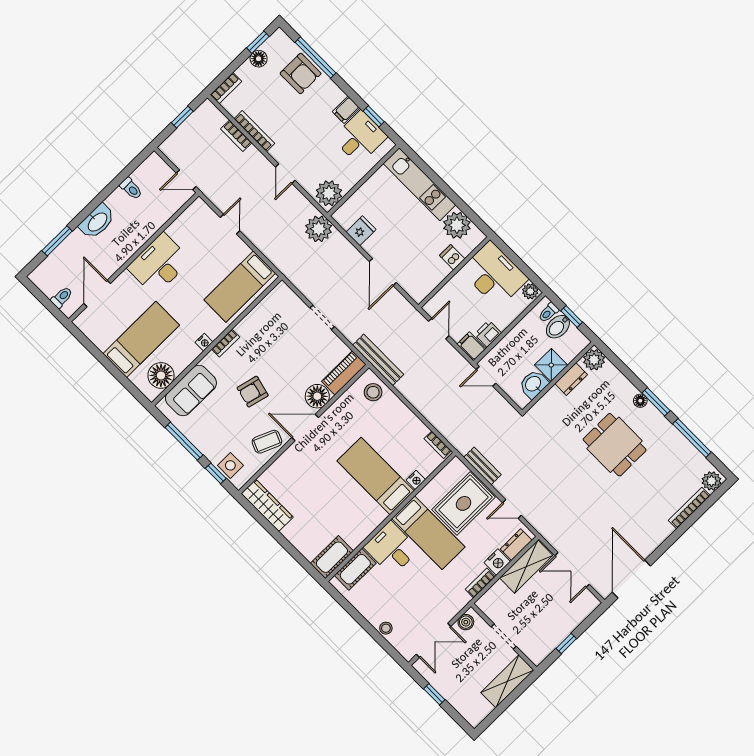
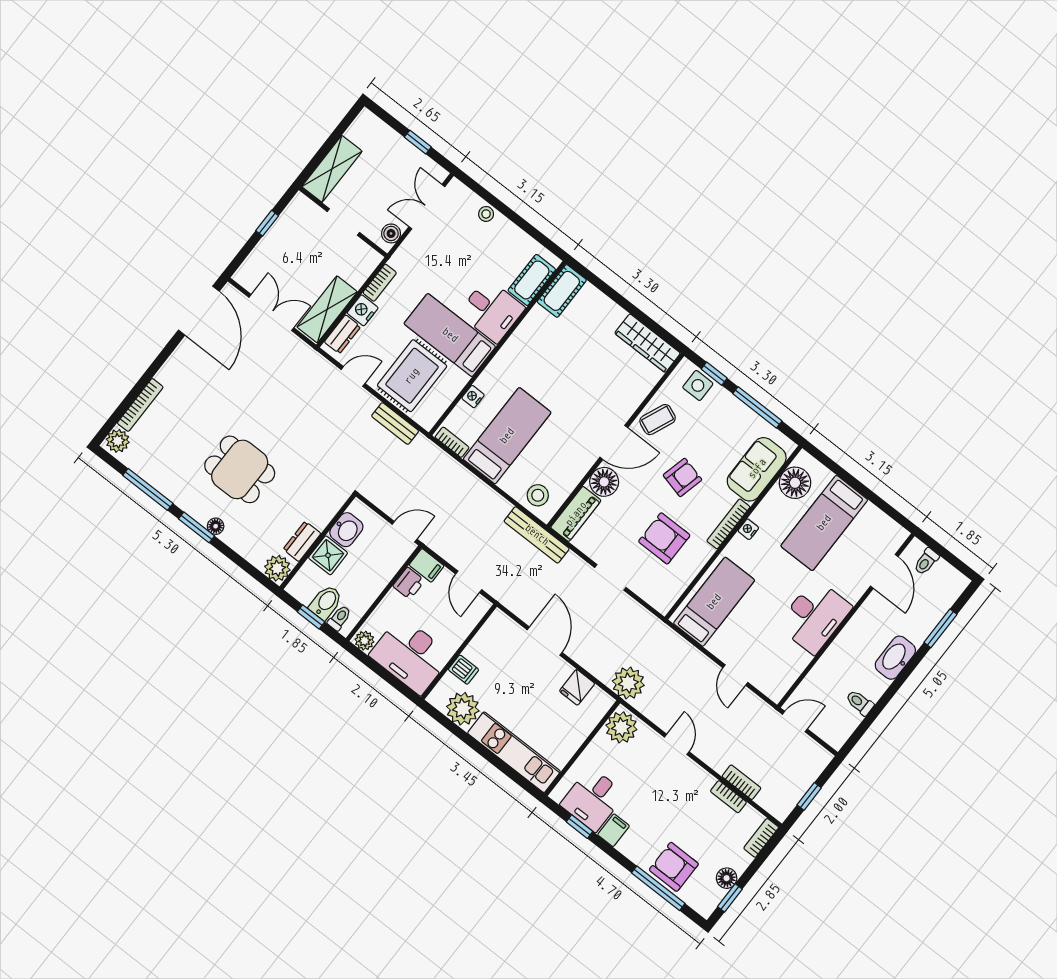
bookcase: (254, 131) -> (728, 797), width x0.64
bookcase: (226, 343) -> (728, 524), width x1.56
armchair: (274, 344) -> (664, 538), added
bed: (376, 476) -> (507, 436), moved, turned -90

